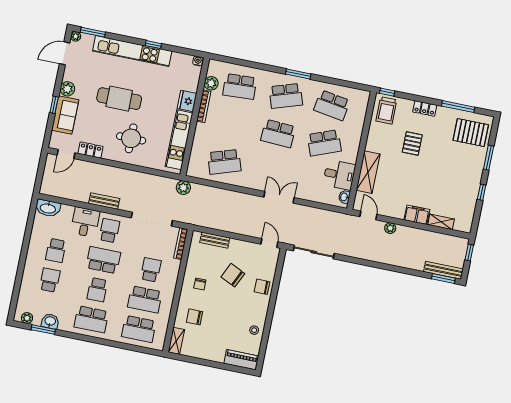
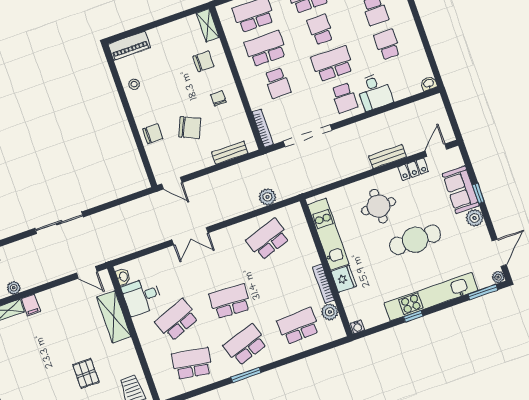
plant: (183, 188) -> (267, 197), moved
bench: (104, 201) -> (387, 157), moved
washbasin: (48, 208) -> (429, 84), width x0.52, depth x0.69
filing cabinet: (417, 215) -> (31, 305), width x0.50
plant: (390, 228) -> (14, 288), moved
sliding door: (314, 252) -> (59, 223), moved
school desk: (103, 260) -> (332, 64), turned 180

